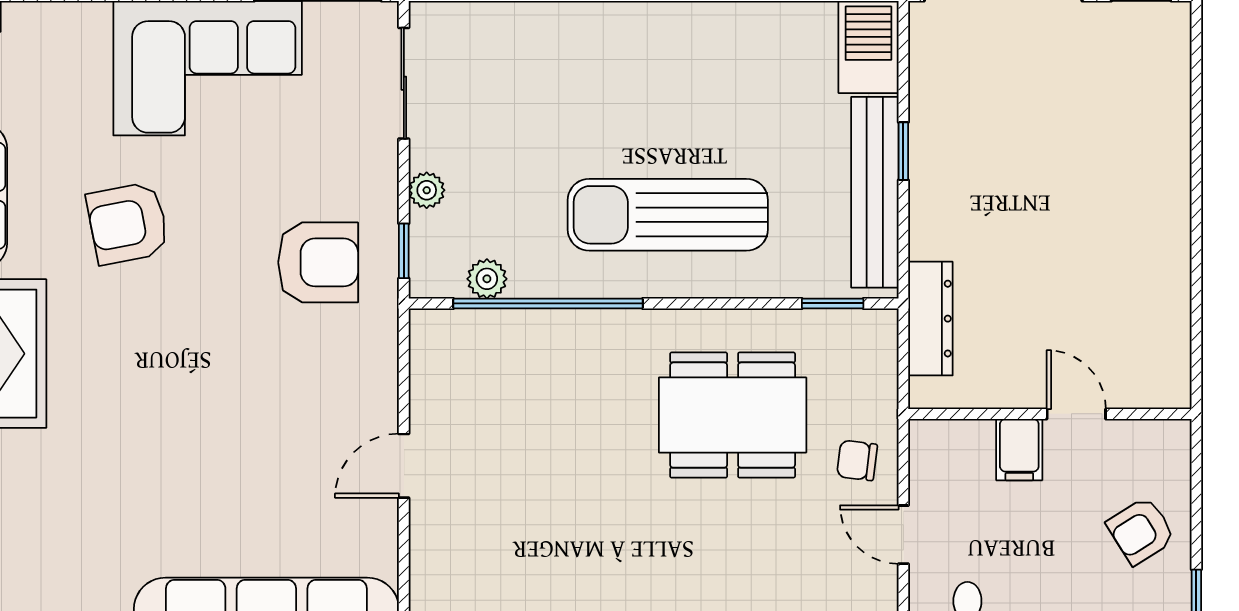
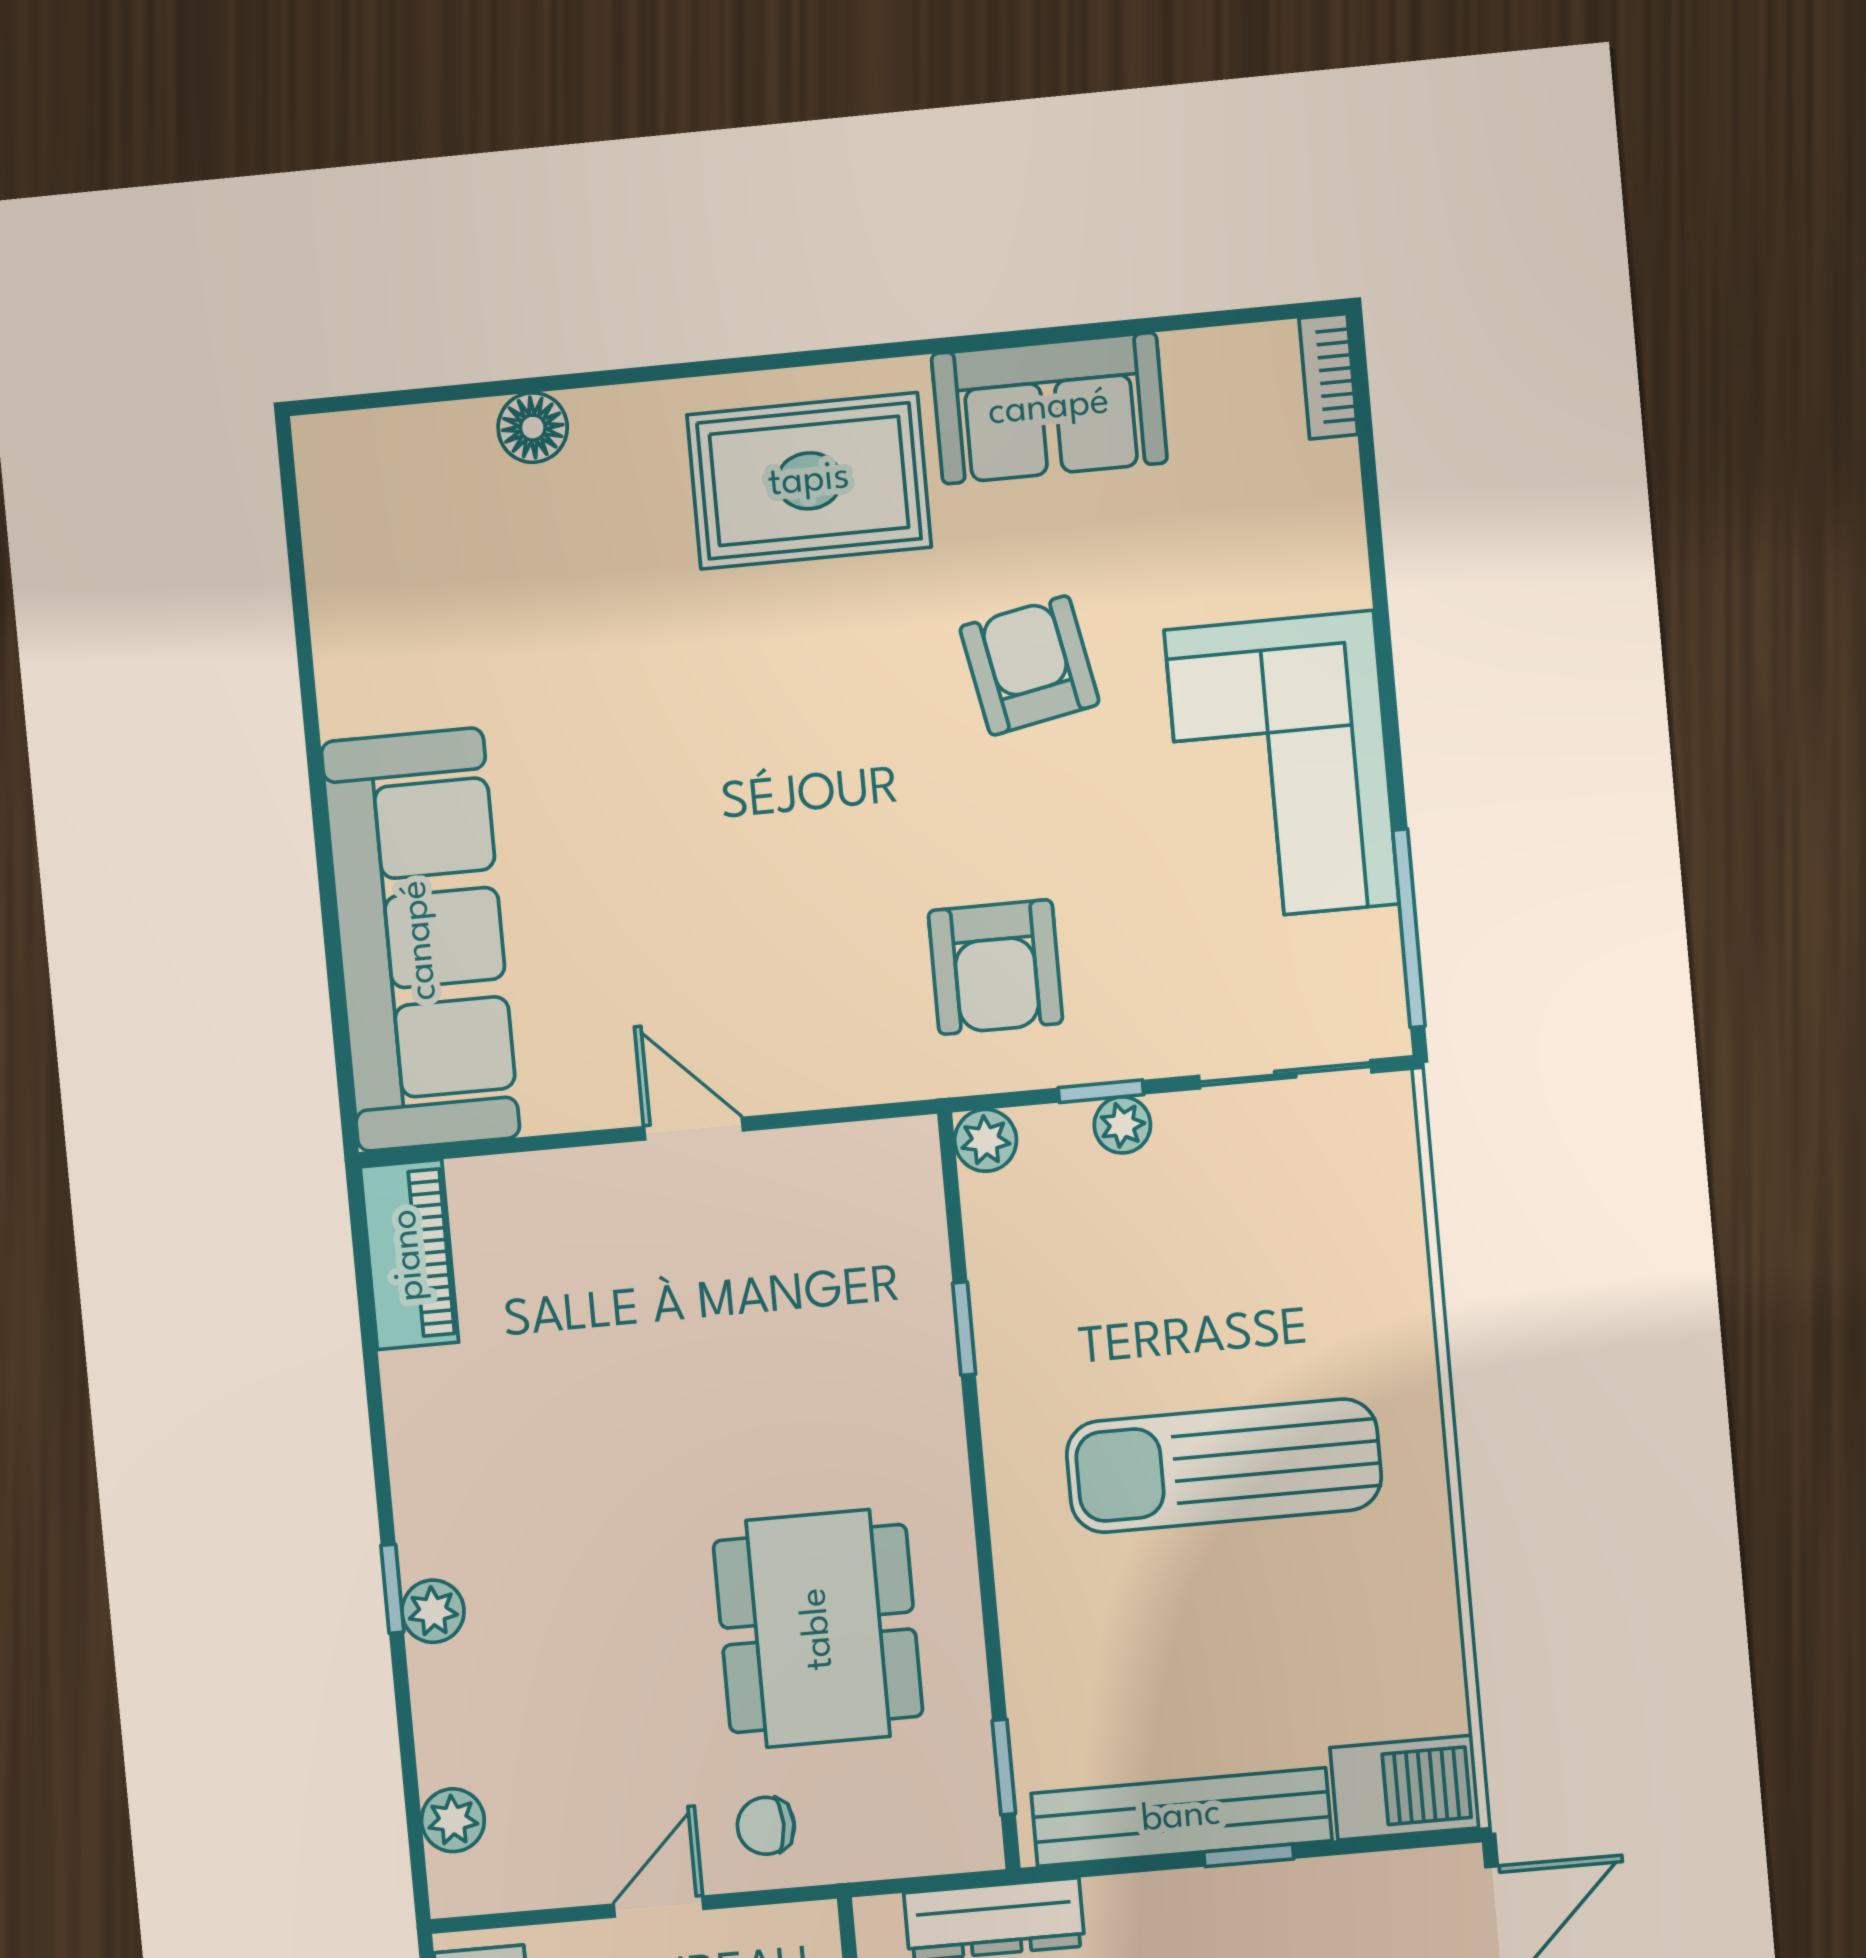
sun lounger: (668, 215) -> (1224, 1466), moved, turned -90
window: (404, 251) -> (1101, 1091), moved
plant: (487, 279) -> (986, 1140), moved
window: (548, 303) -> (964, 1329), width x0.32
chair: (857, 460) -> (766, 1826), turned -97

